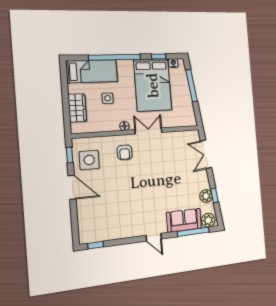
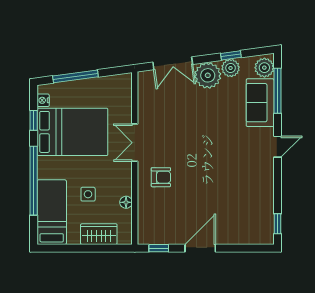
floor lamp: (124, 126) -> (126, 202), moved
side table: (89, 160) -> (167, 224), removed
plant: (200, 180) -> (208, 75), added

